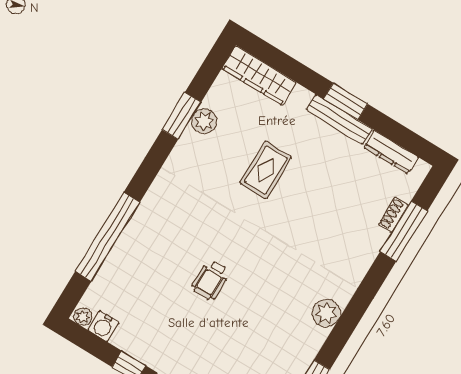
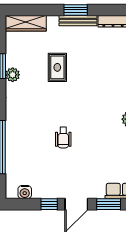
plant: (204, 121) -> (13, 75), moved
plant: (83, 317) -> (12, 194), removed

